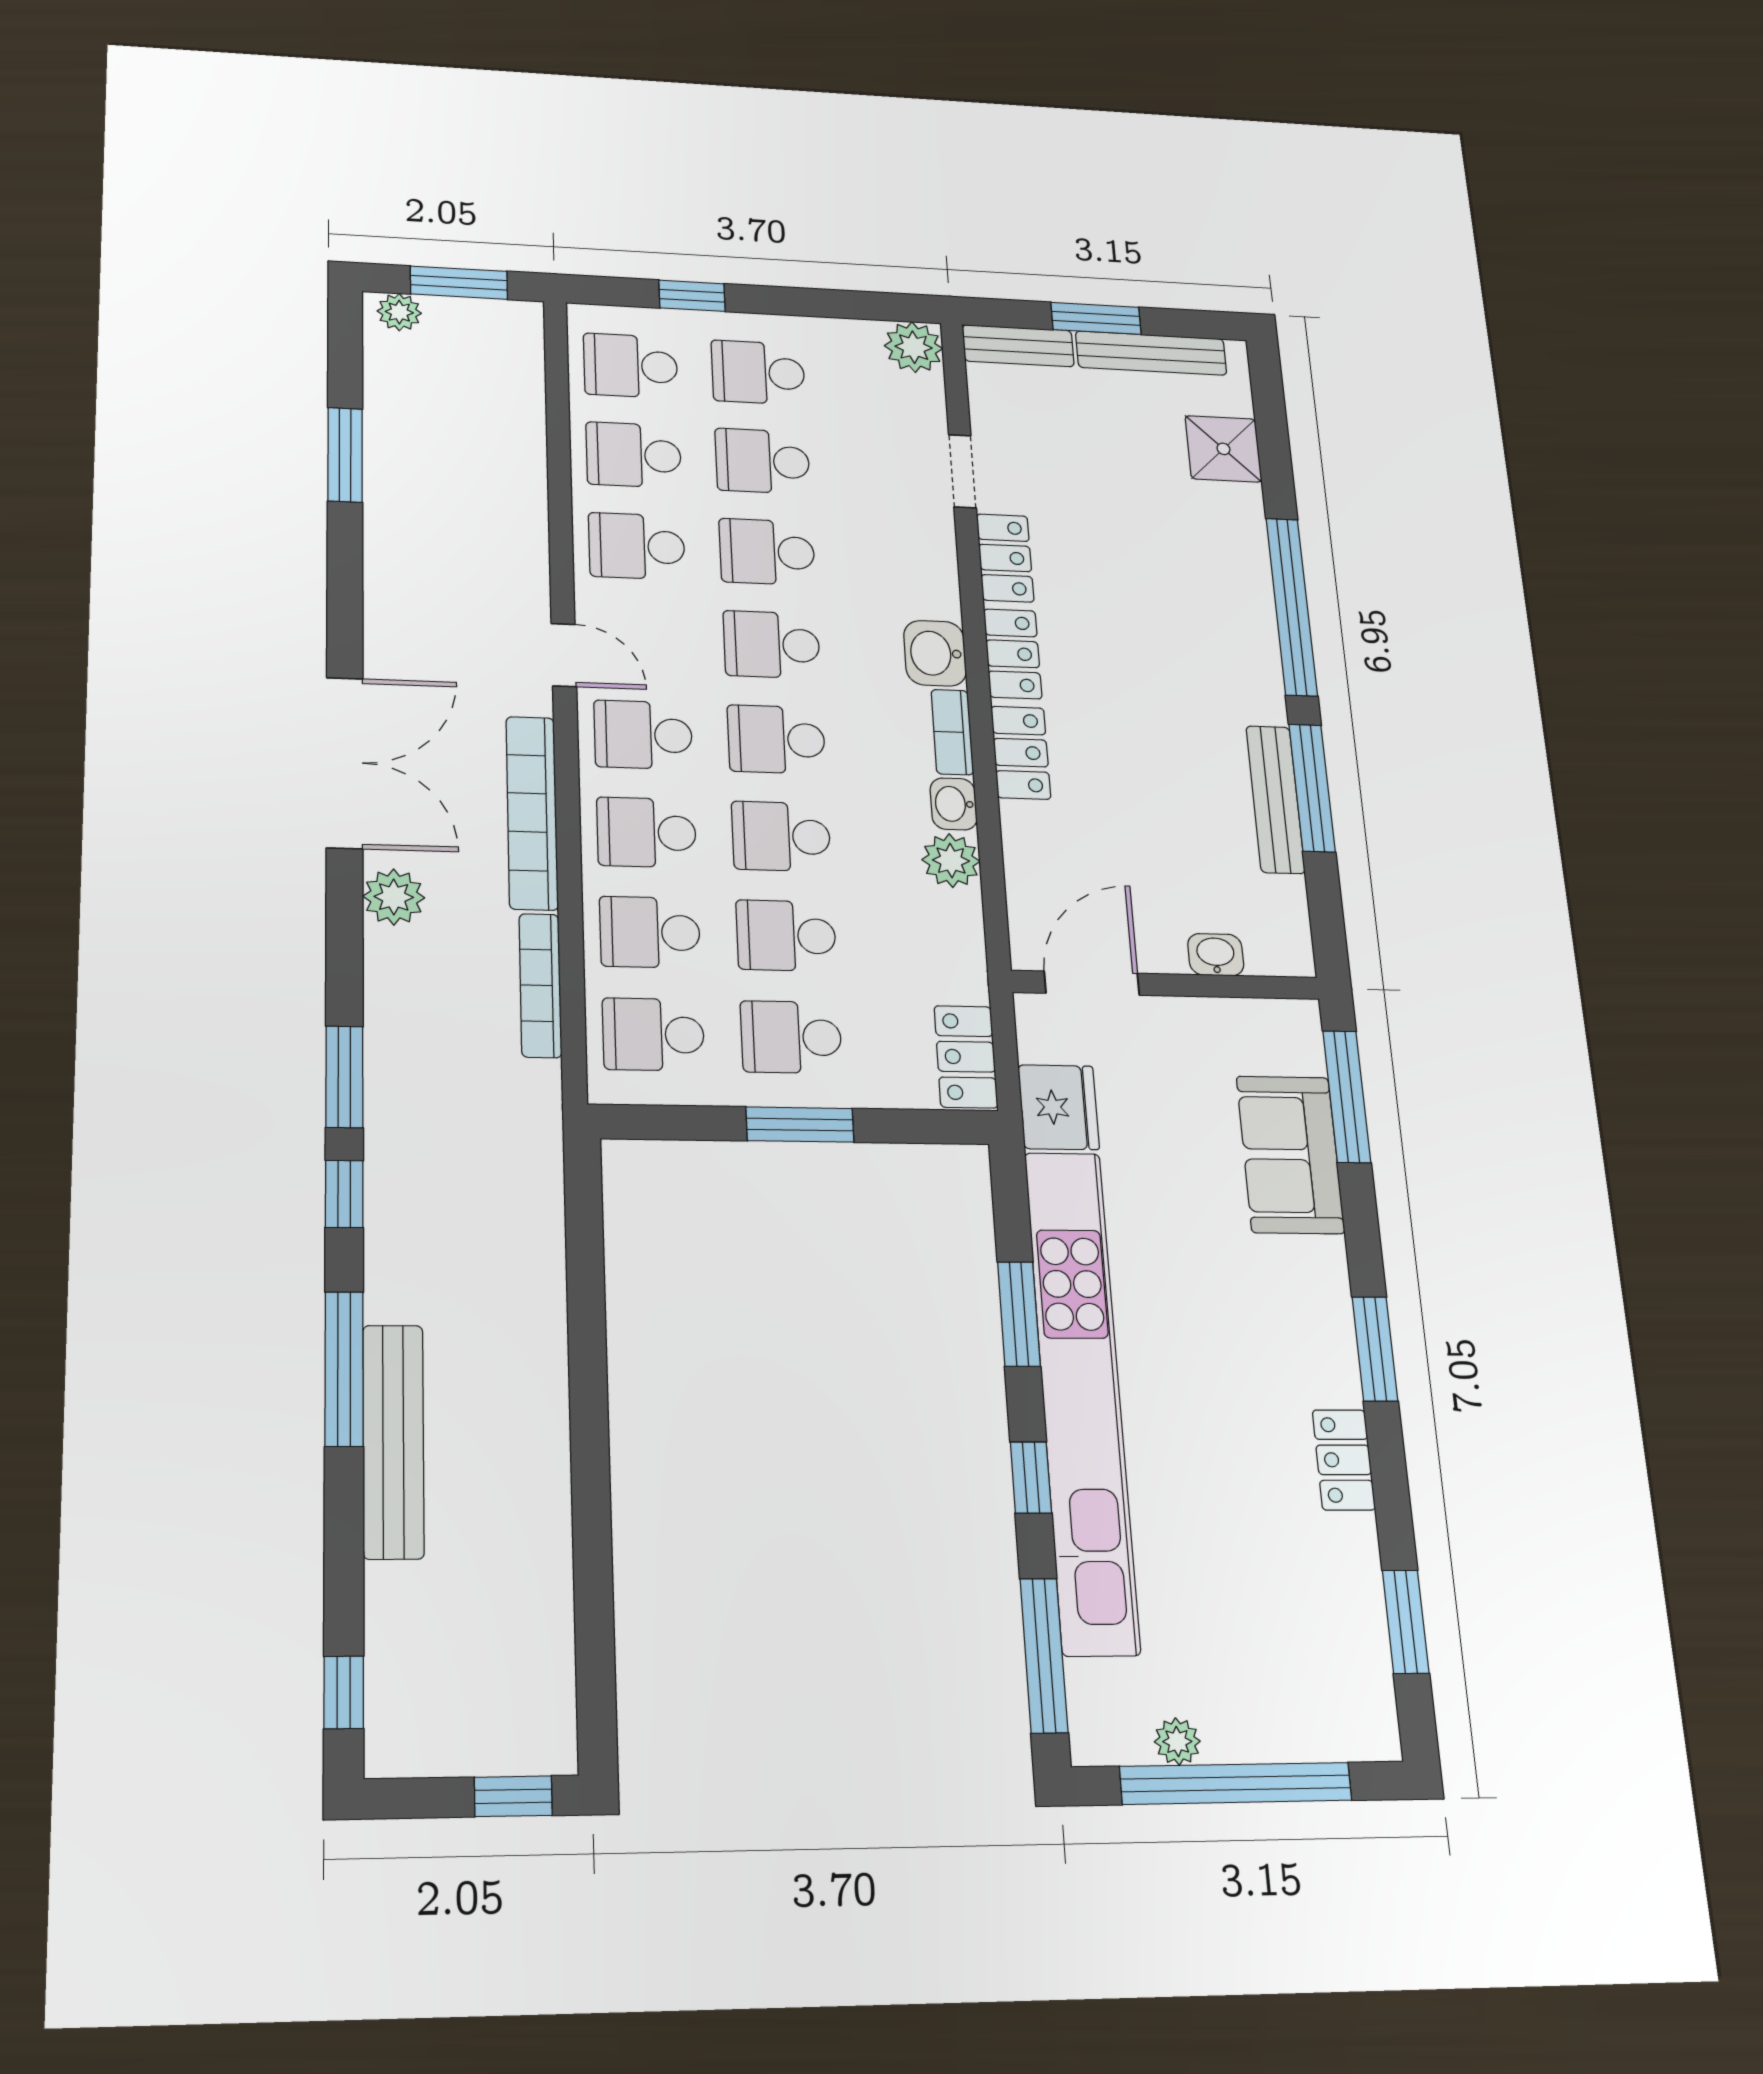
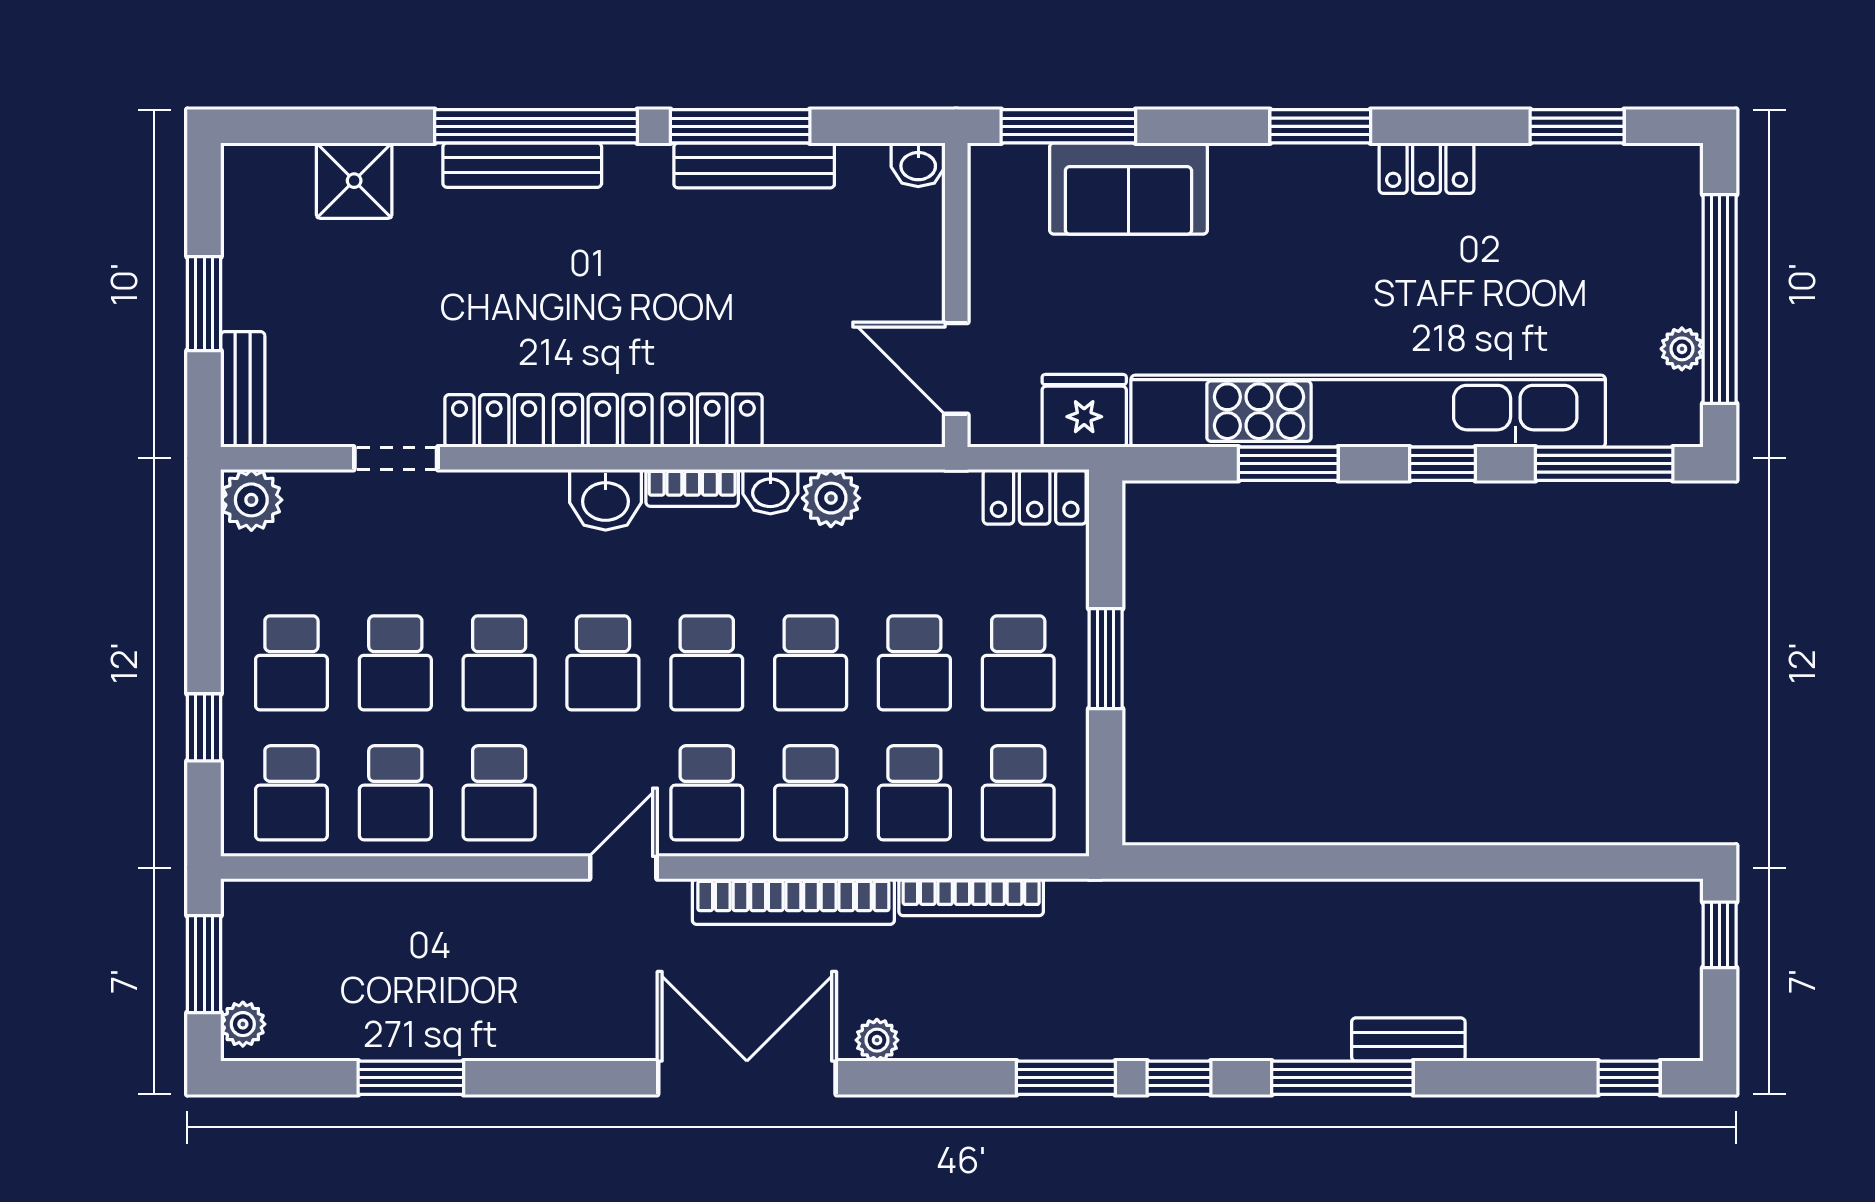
bench: (1151, 353) -> (522, 165), moved, turned 90
plant: (394, 897) -> (877, 1040), width x0.73, depth x0.73
washbasin: (1216, 955) -> (918, 165), moved, turned -90
bench: (393, 1441) -> (1408, 1039), width x0.54, depth x0.82

